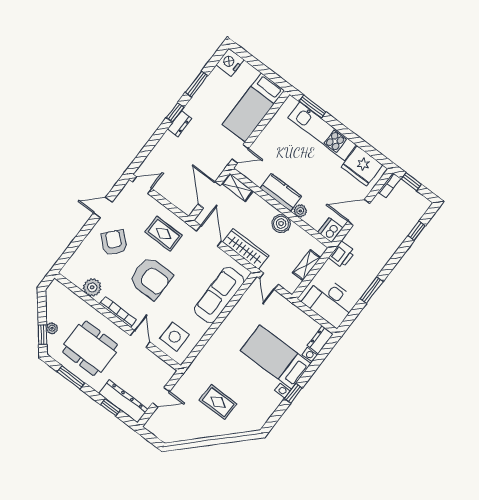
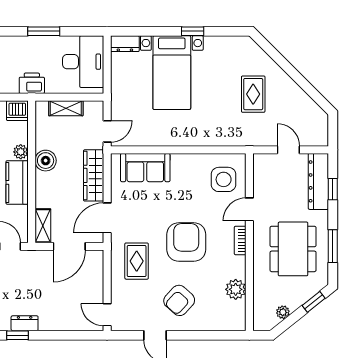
sofa: (219, 295) -> (145, 168), width x0.73
bookcase: (118, 312) -> (240, 240), width x0.64
plant: (52, 328) -> (283, 312), moved

